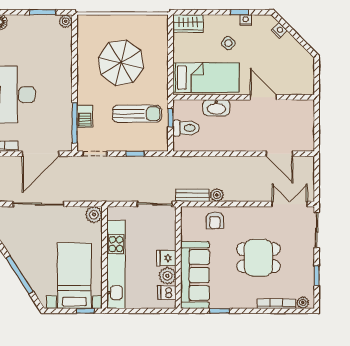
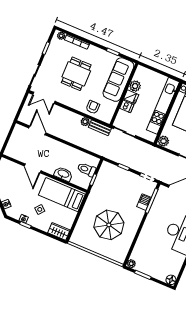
sun lounger: (137, 114) -> (112, 190), removed
dining table: (258, 258) -> (76, 74), turned 90
dishwasher: (167, 293) -> (127, 106), moved

